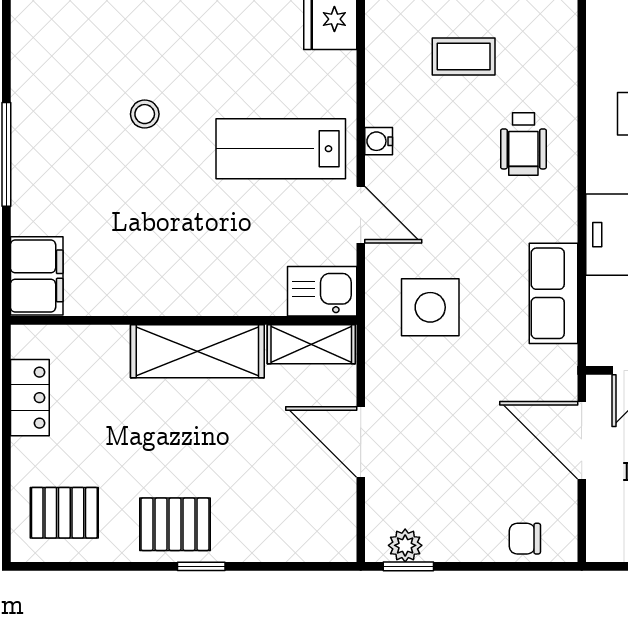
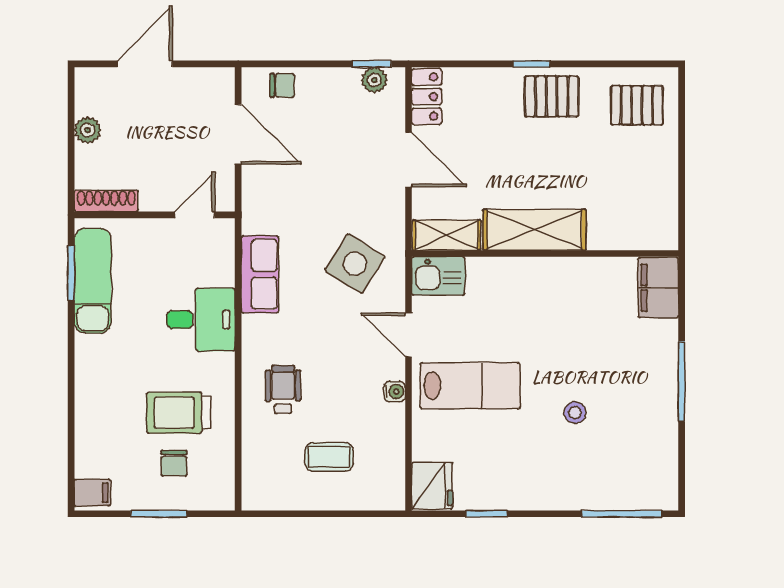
side table: (430, 307) -> (355, 264), turned 32
locker: (30, 398) -> (427, 97), moved, turned 180
door: (582, 440) -> (238, 134), moved

